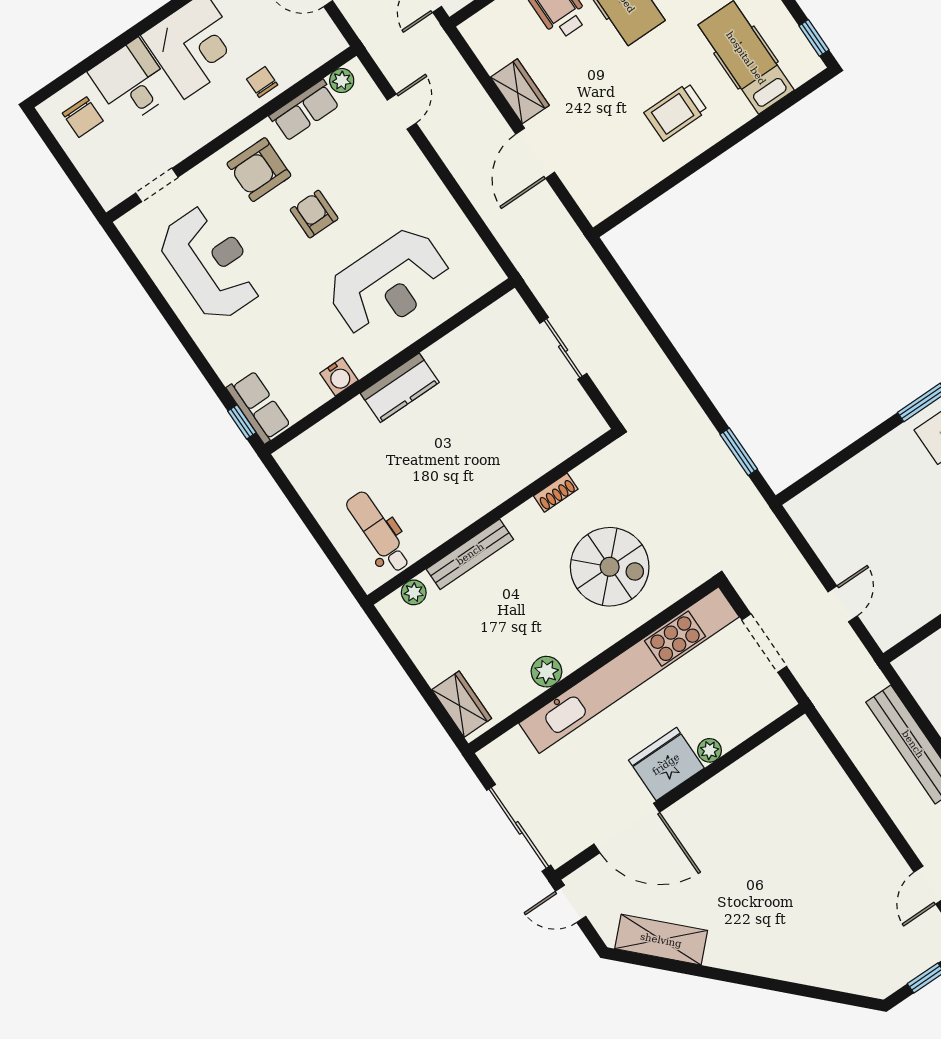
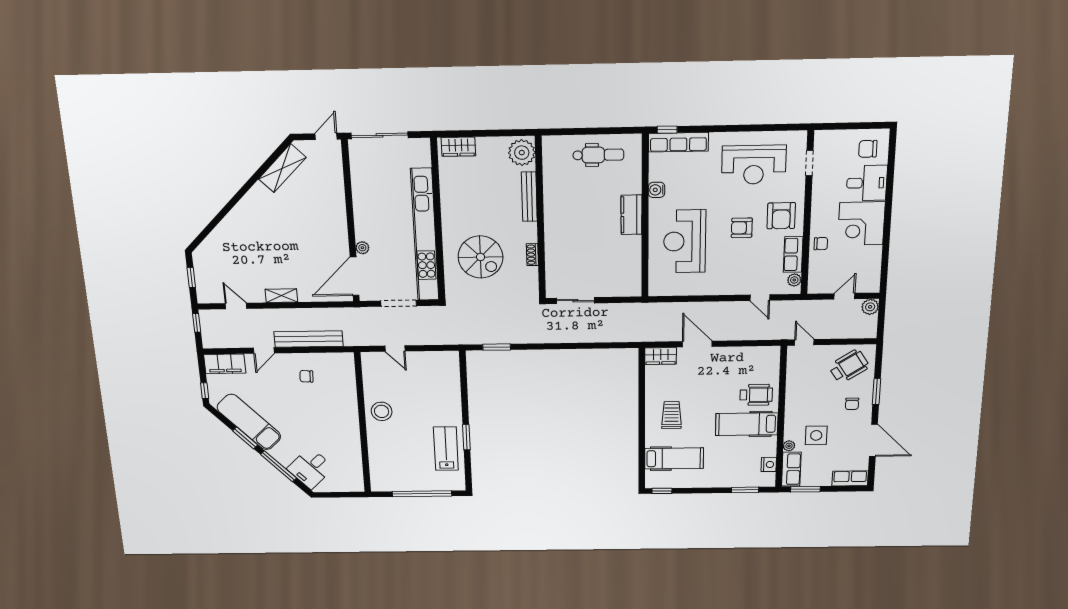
wardrobe: (520, 91) -> (661, 356), moved
armchair: (259, 170) -> (781, 216), turned 180
armchair: (314, 214) -> (742, 228), turned 180
sliding door: (563, 348) -> (575, 301), moved
row of seats: (259, 407) -> (678, 142), width x1.48
dental chair: (378, 532) -> (598, 155), moved
spiral stairs: (610, 567) -> (481, 257), turned -90
plant: (414, 592) -> (522, 153), width x1.88, depth x1.88
plant: (546, 672) -> (449, 197), removed
fridge: (666, 764) -> (368, 224), removed
shelving: (867, 826) -> (281, 296), added
door: (627, 828) -> (355, 276), moved

